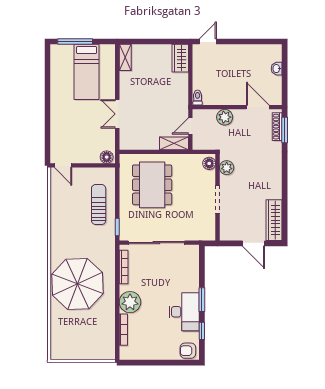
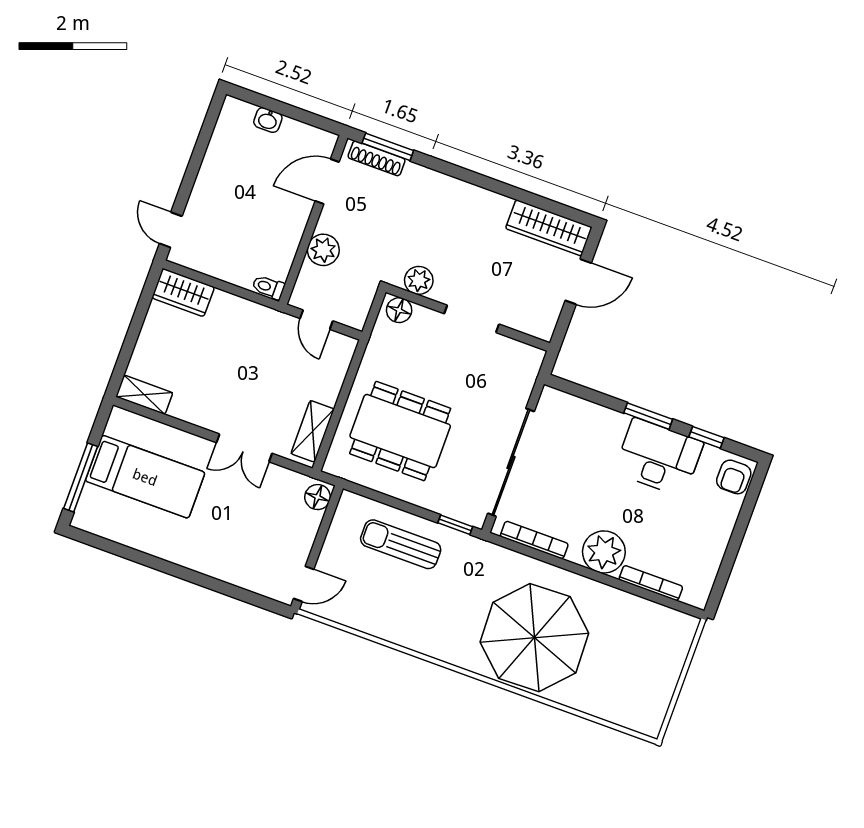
shelving: (174, 143) -> (313, 431), moved

